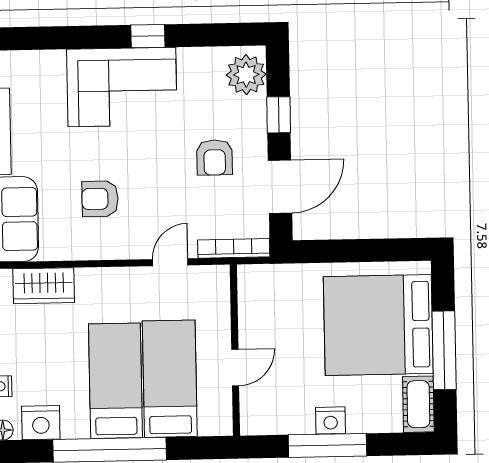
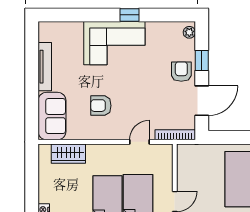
plant: (246, 75) -> (189, 32), width x0.53, depth x0.53
armchair: (215, 157) -> (181, 72), moved, turned 180

